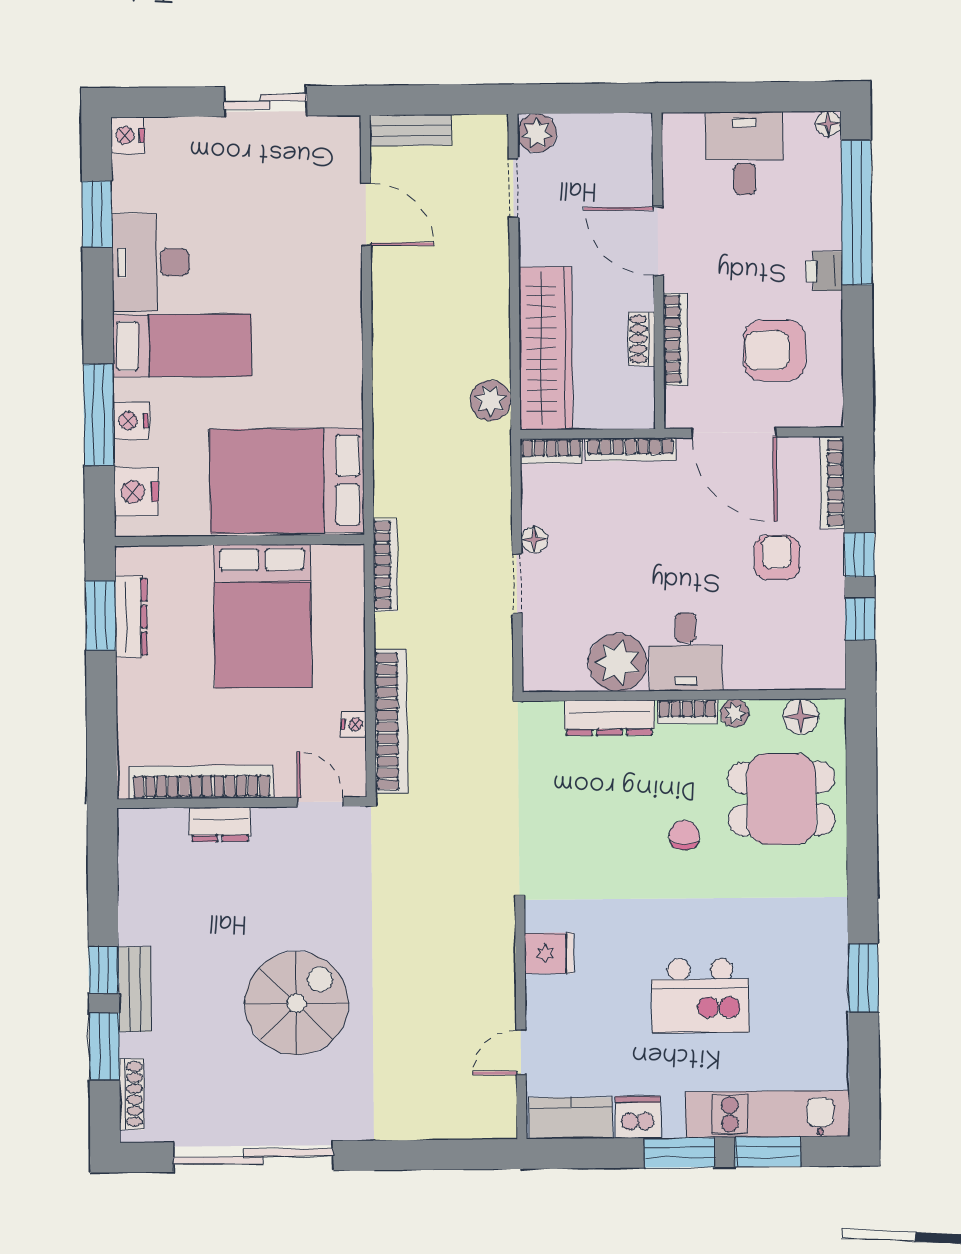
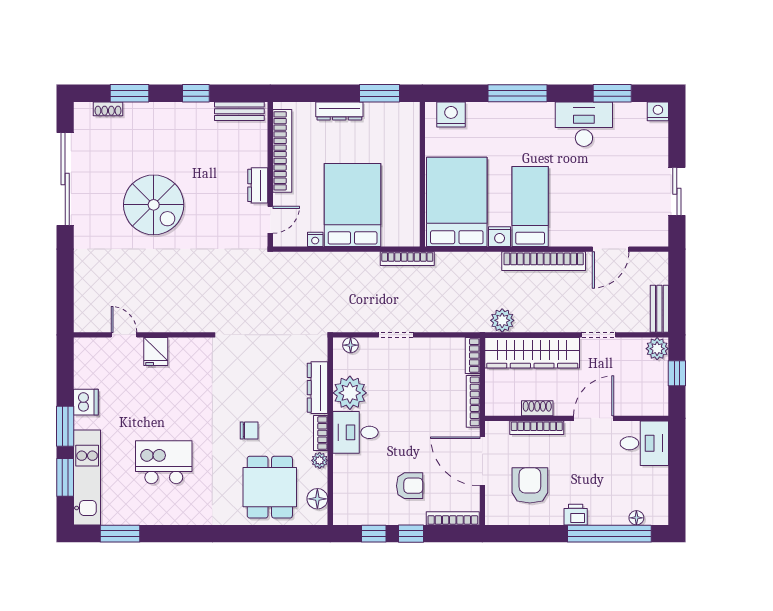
window: (579, 99) -> (677, 373), added
floor lamp: (828, 124) -> (636, 518), moved
bench: (410, 130) -> (659, 309), moved
desk: (745, 153) -> (644, 443), moved
doorway: (514, 189) -> (599, 335), moved
bed: (182, 346) -> (530, 206), moved, turned 180
window: (99, 415) -> (517, 93), moved
nightstand: (131, 421) -> (500, 237), moved, turned 180
door: (734, 433) -> (482, 461), hinge flipped
floor lamp: (534, 540) -> (351, 345), moved
bed: (263, 616) -> (353, 205), moved, turned 90
dresser: (131, 617) -> (339, 111), moved
bookcase: (391, 721) -> (544, 261), moved
dresser: (220, 824) -> (258, 185), moved
fridge: (549, 953) -> (156, 352), moved
window: (104, 970) -> (196, 93), moved
window: (863, 978) -> (120, 534), moved
bench: (135, 989) -> (239, 111), moved
kitchen island: (700, 996) -> (164, 462), moved, turned 90
shoe rack: (132, 1094) -> (108, 109), width x0.70
kitchen counter: (571, 1118) -> (86, 363), removed

